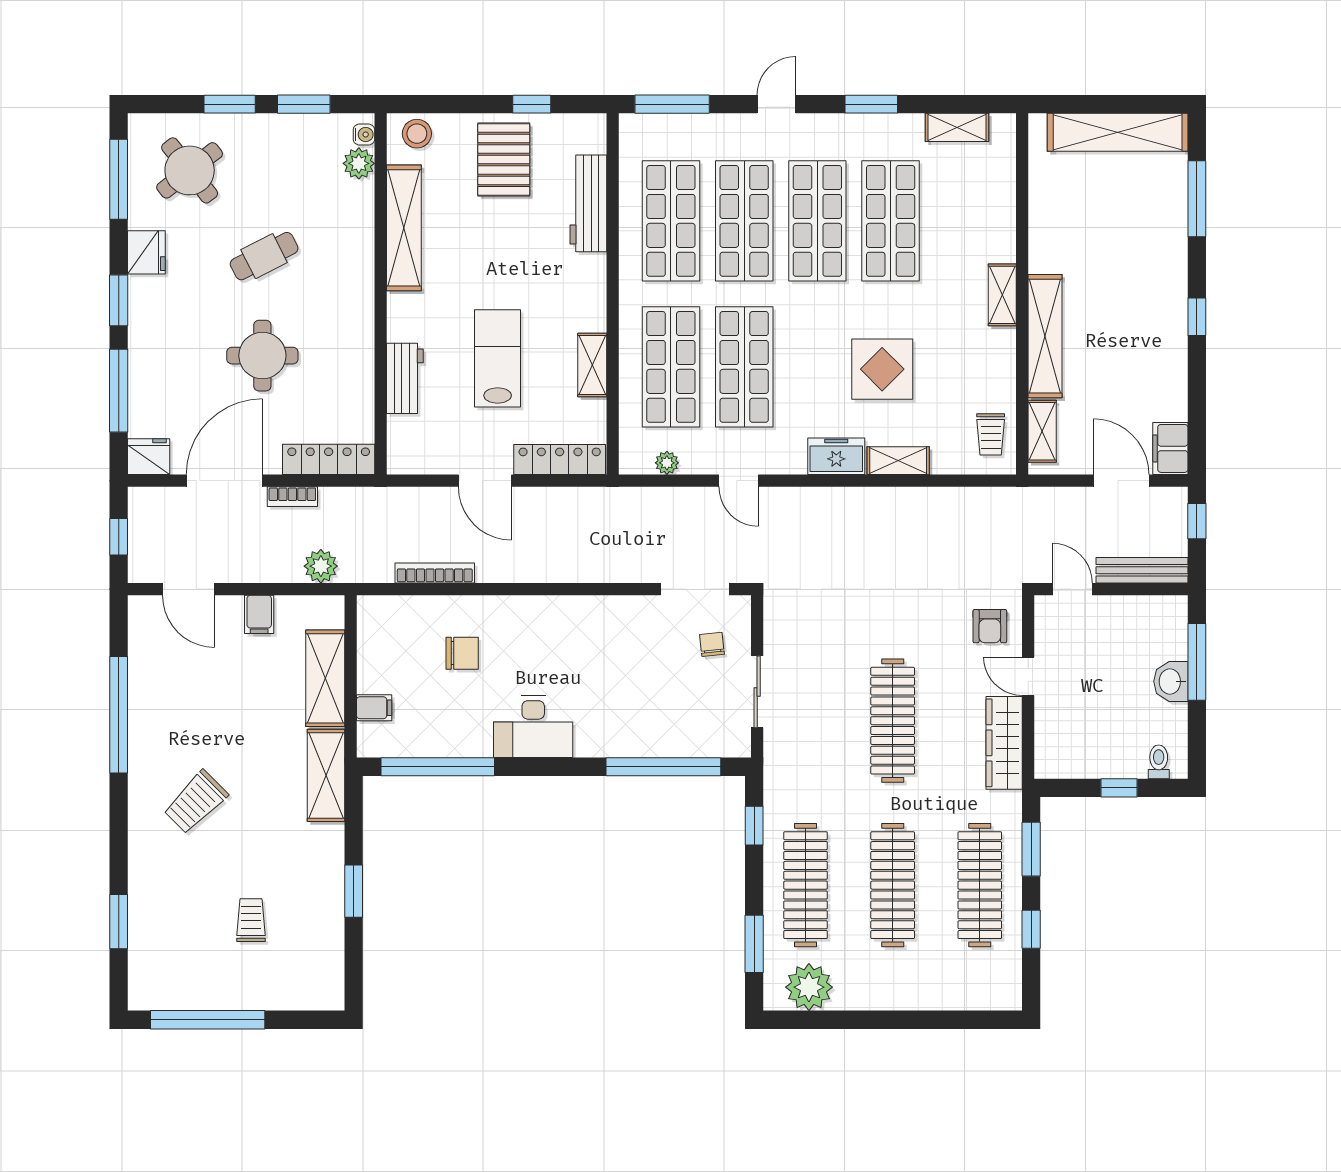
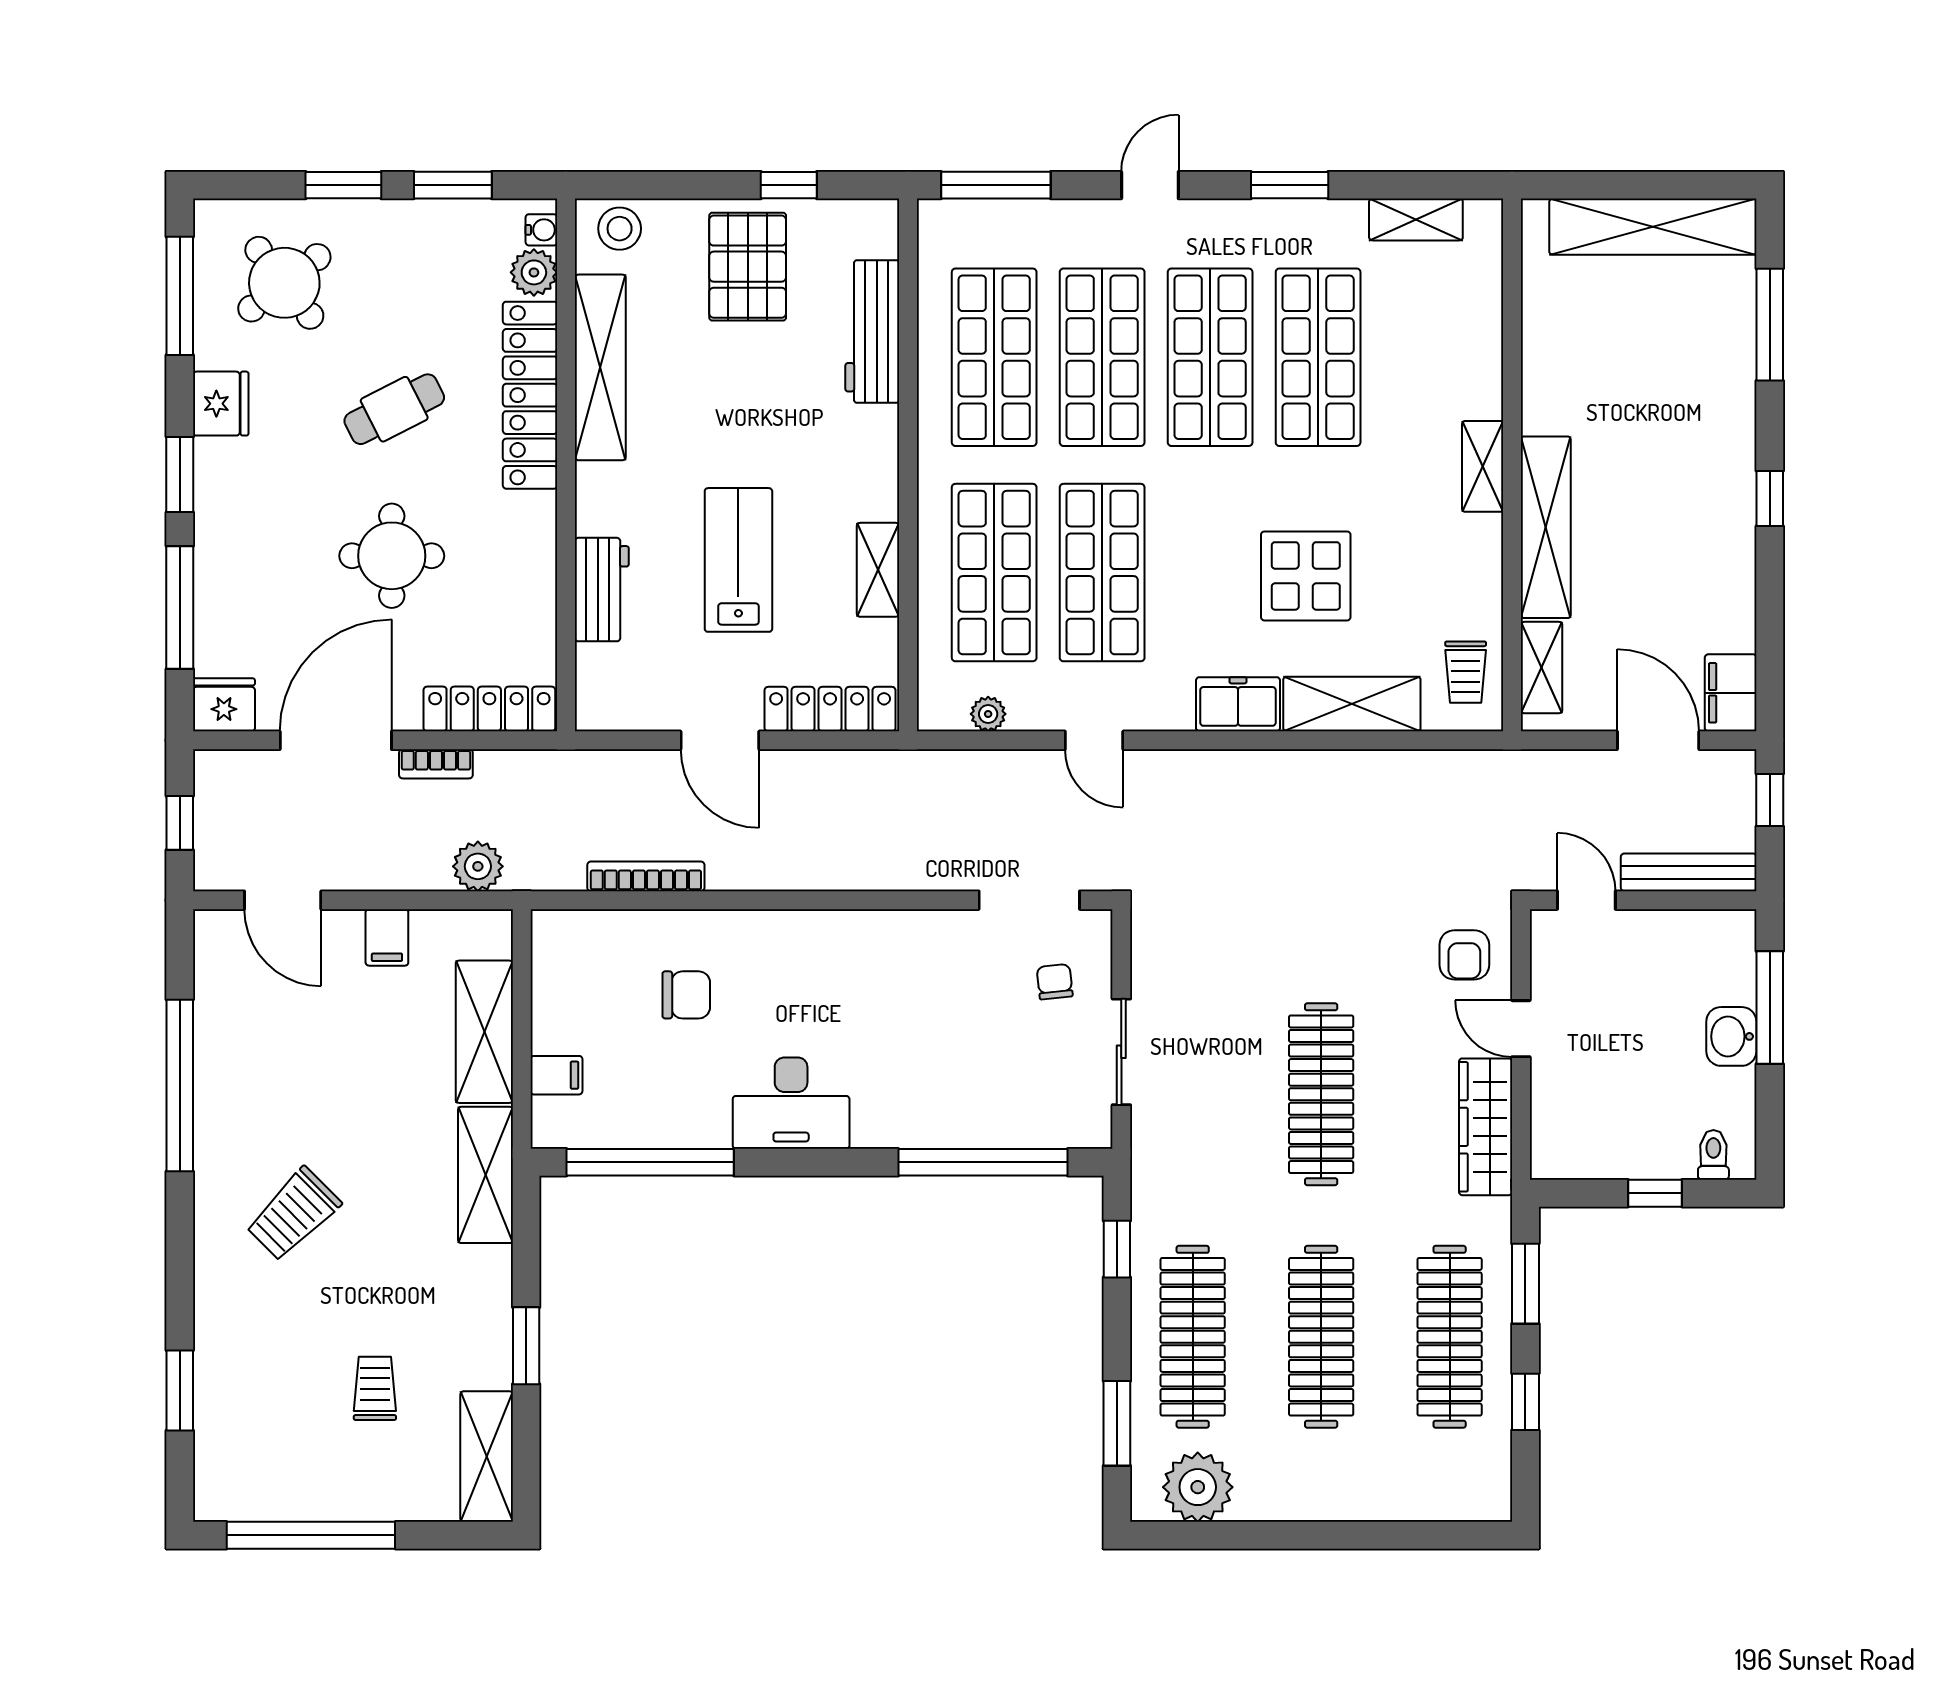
locker: (356, 247) -> (530, 395), added
shelving: (898, 461) -> (1352, 704), width x1.50, depth x1.33
shelving: (327, 966) -> (487, 1457), added

